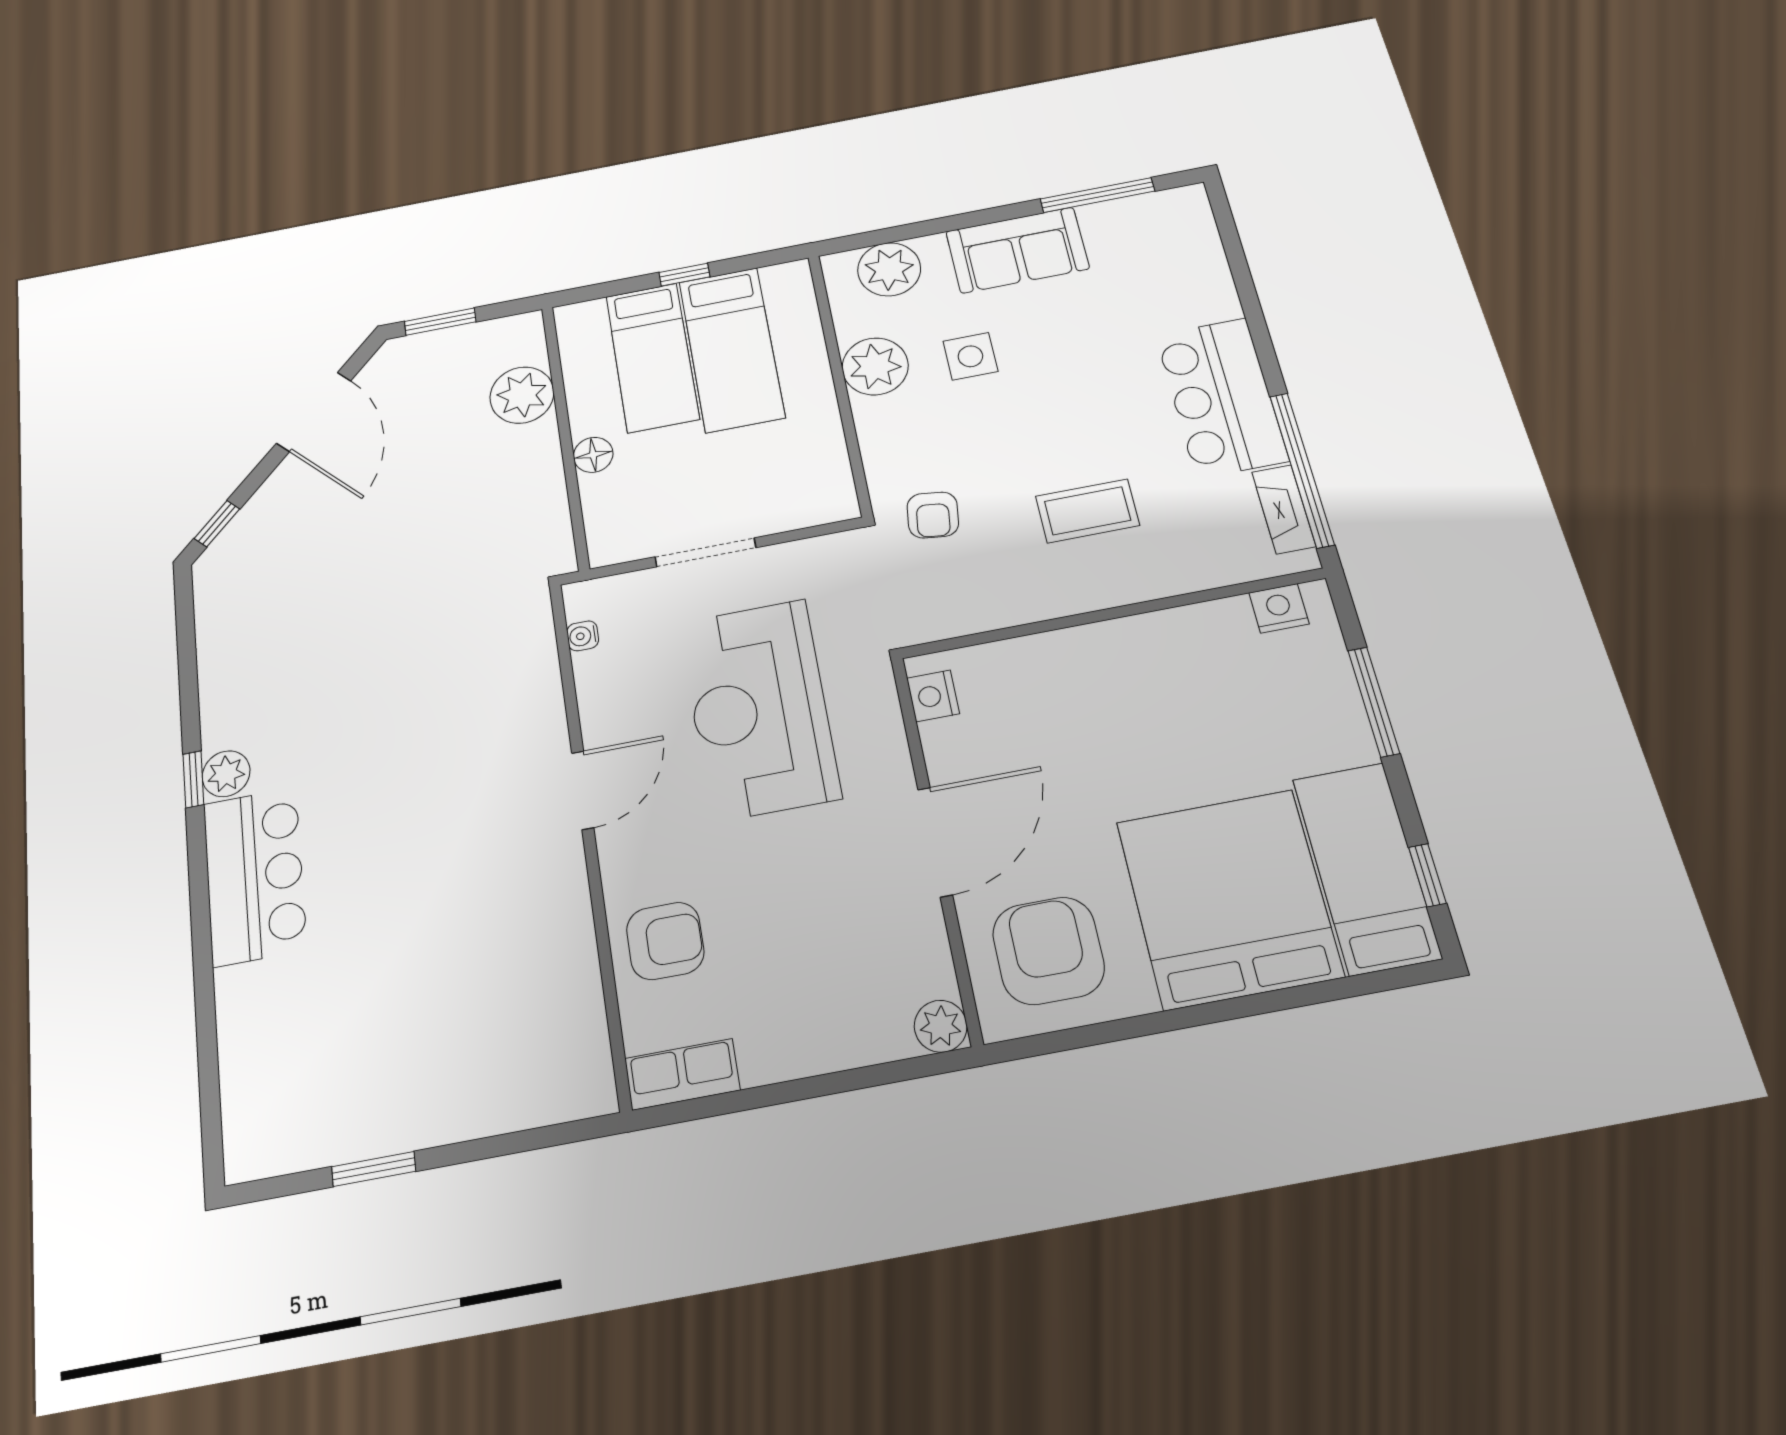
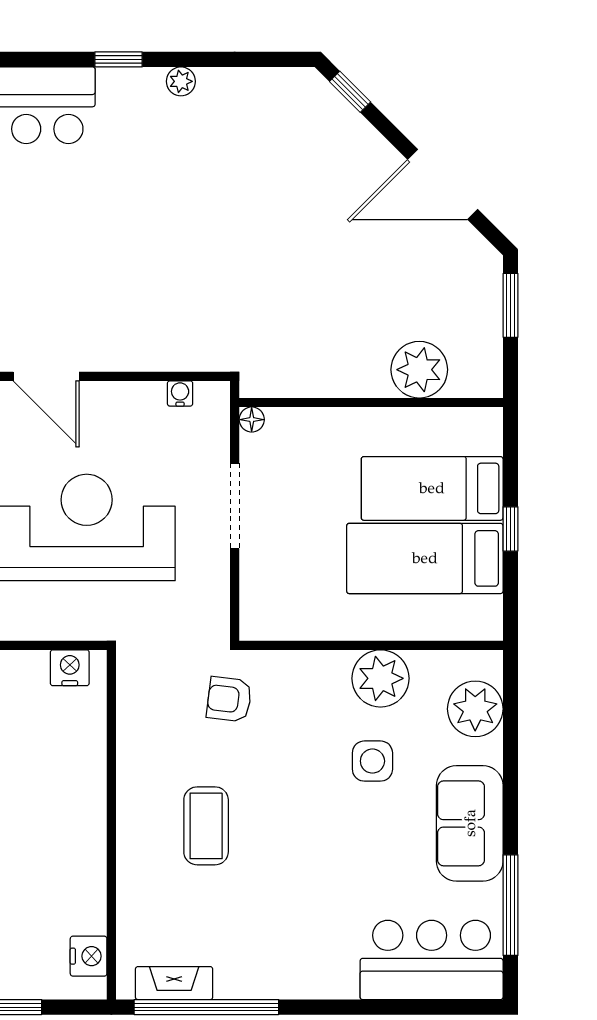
bar counter: (1221, 397) -> (432, 960), moved
floor lamp: (593, 455) -> (252, 420), moved, width x0.73, depth x0.73
plant: (226, 774) -> (181, 81), moved, width x0.73, depth x0.73

